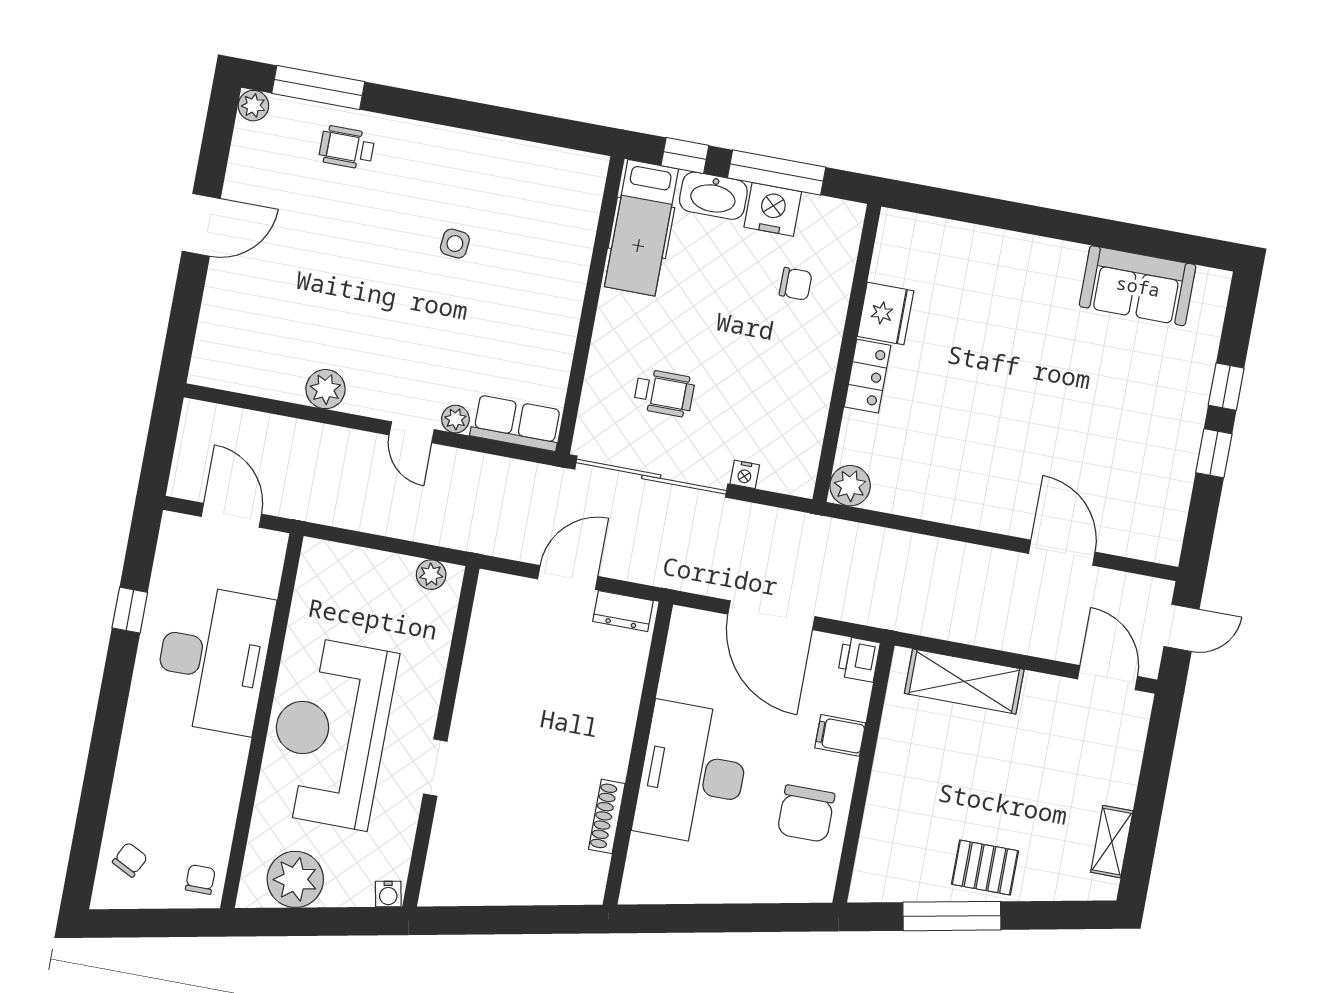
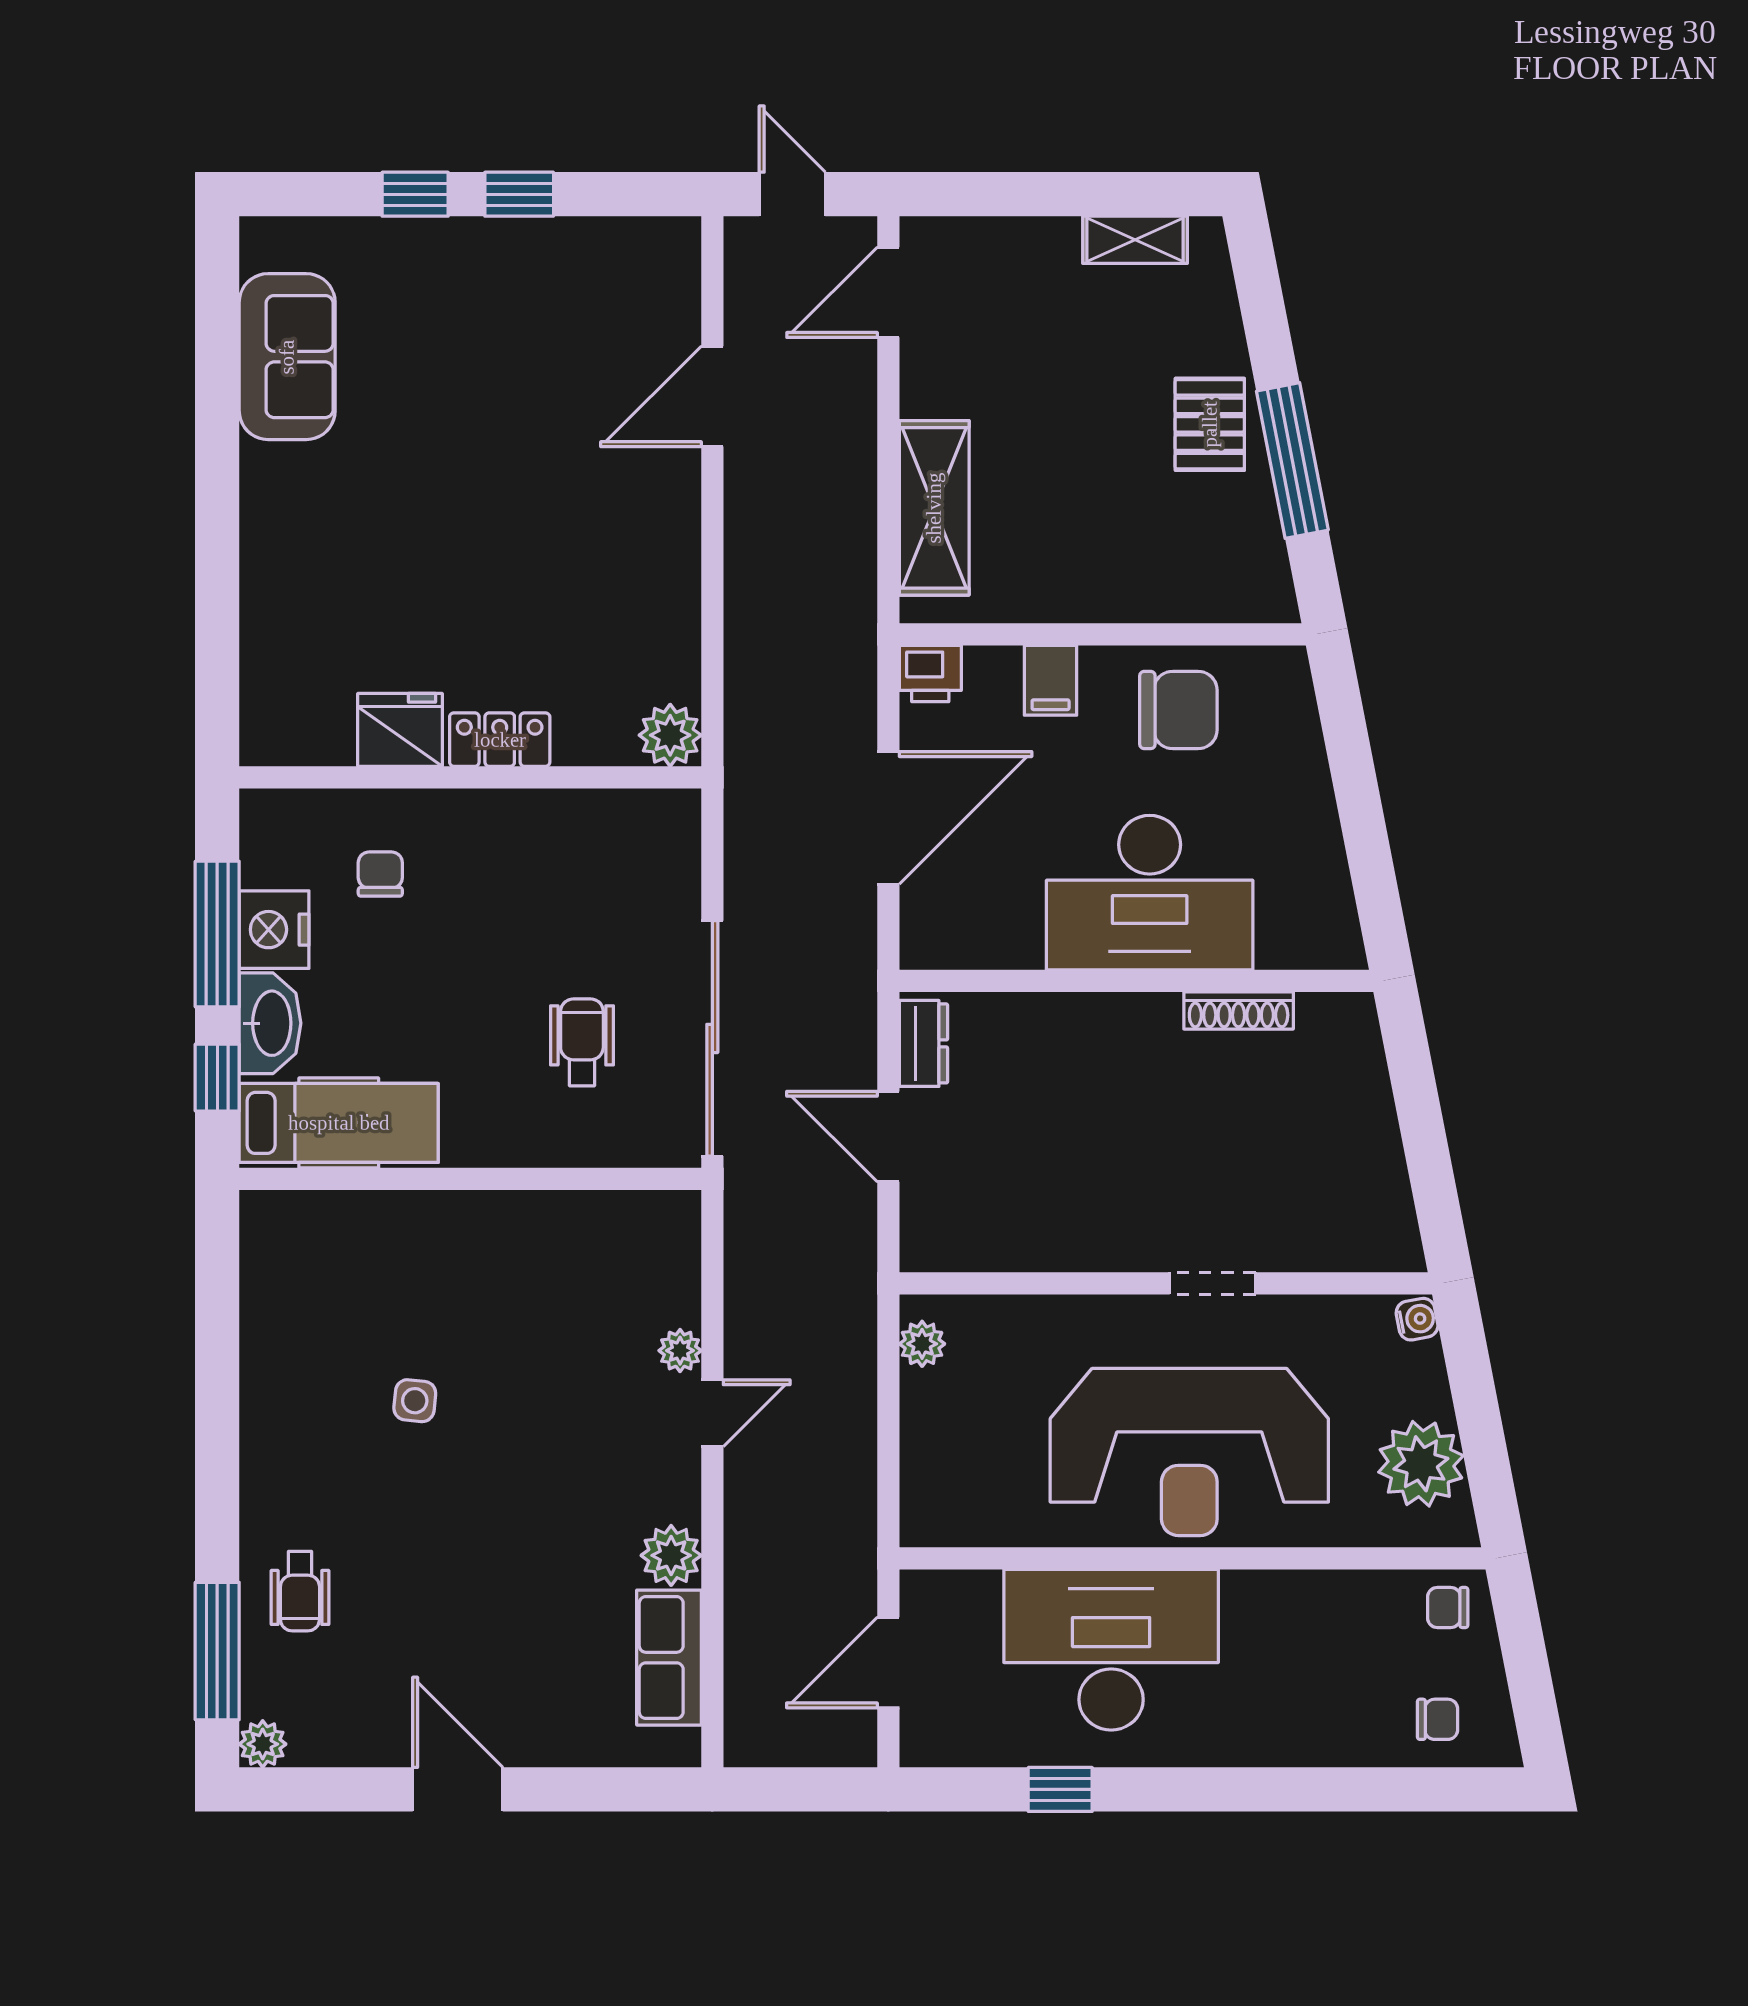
row of seats: (516, 423) -> (669, 1658), moved
nightstand: (745, 474) -> (683, 898), removed
chair: (130, 860) -> (1438, 1719), turned 153

